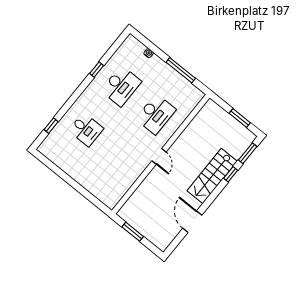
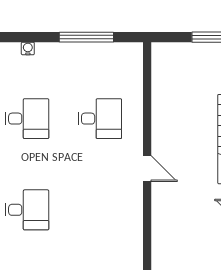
desk: (121, 86) -> (27, 119), width x0.73
desk: (156, 114) -> (100, 119), width x0.73

